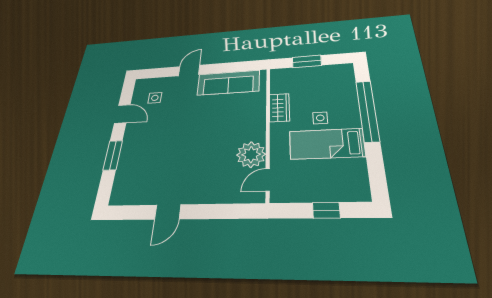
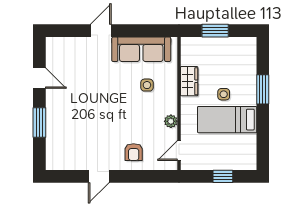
side table: (155, 98) -> (147, 85), moved
window: (367, 111) -> (263, 89), width x0.47
plant: (251, 155) -> (171, 121), width x0.53, depth x0.53
armchair: (212, 183) -> (134, 152), added

